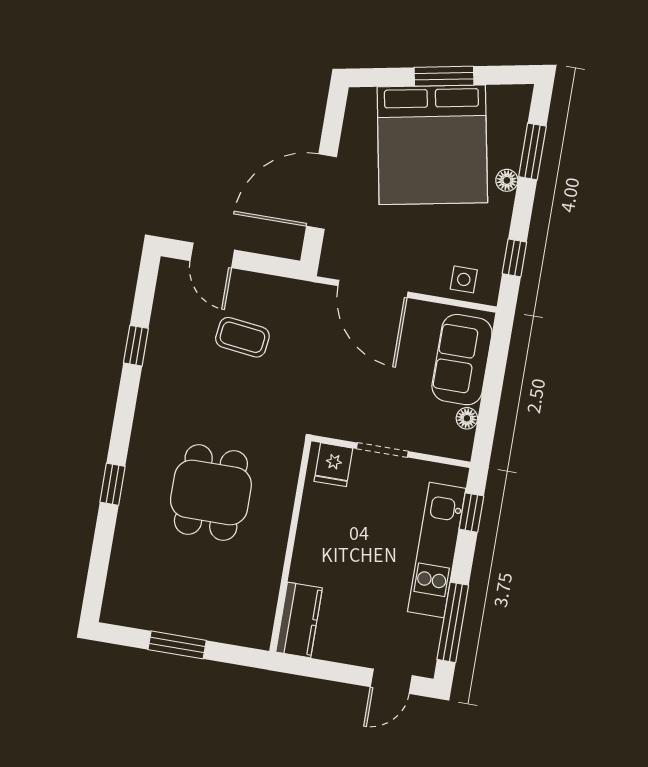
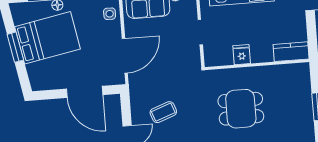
bed: (432, 145) -> (47, 38), width x0.73
coffee table: (242, 337) -> (163, 112), turned 63
fridge: (333, 465) -> (242, 55), moved, turned -90

